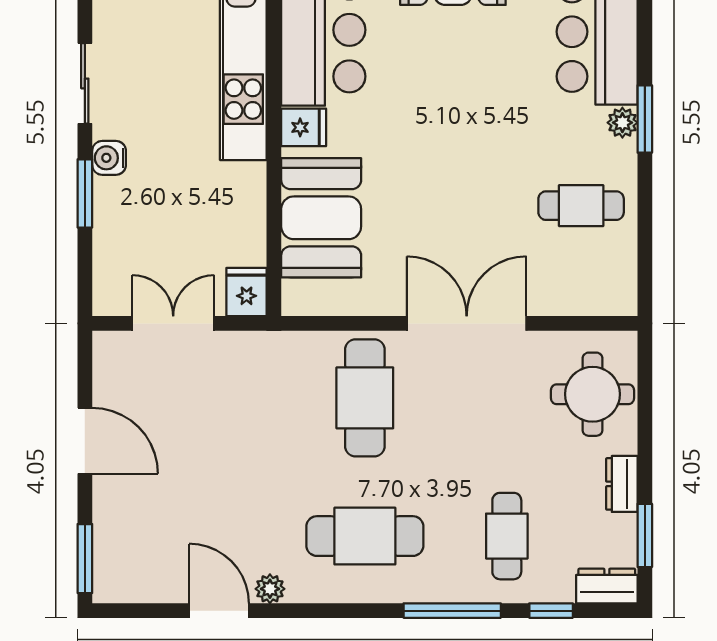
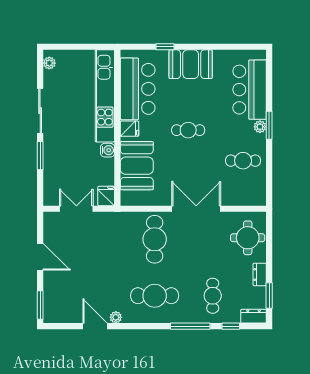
sliding door: (85, 83) -> (40, 111), width x1.37
cafe table: (447, 131) -> (188, 130), added
water cooler: (109, 158) -> (108, 150), moved, turned 180

